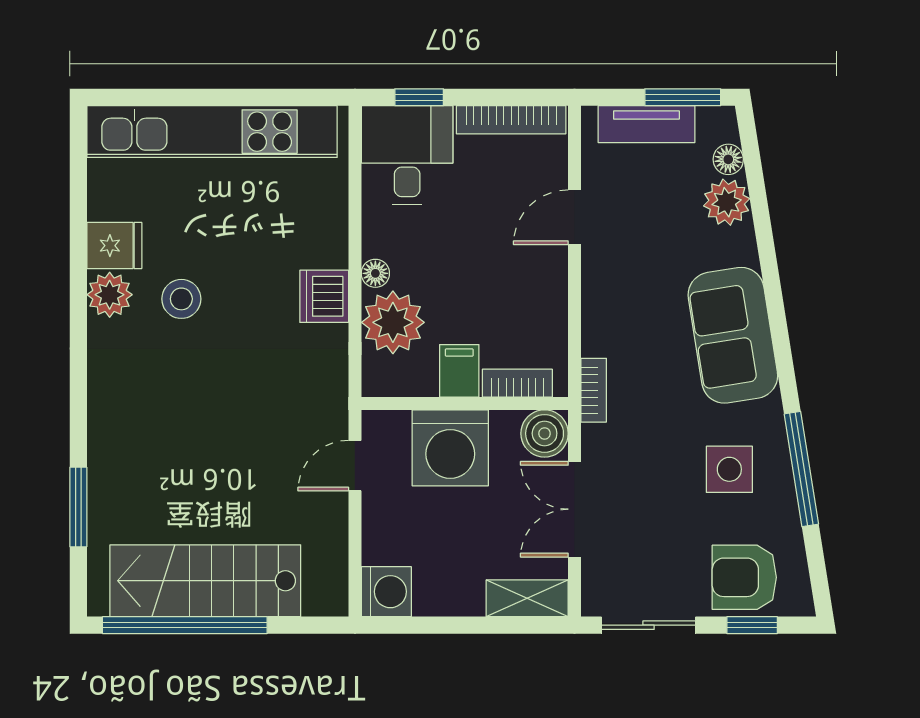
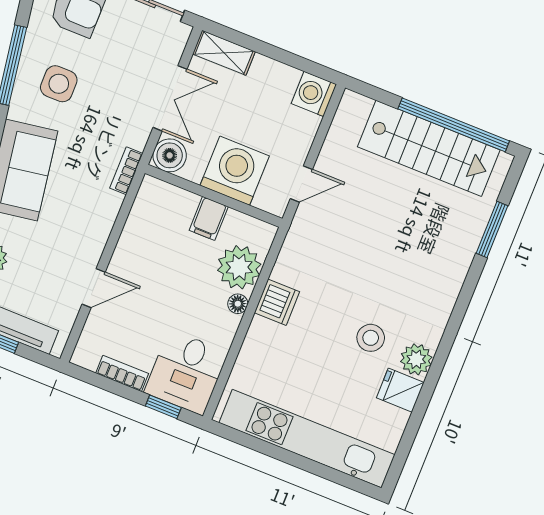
bookcase: (511, 120) -> (122, 373), width x0.64
bookcase: (517, 383) -> (174, 195), removed

